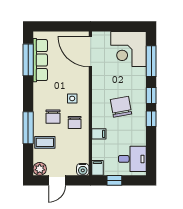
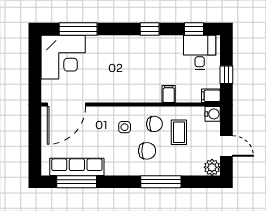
window: (151, 96) -> (194, 29), moved
chair: (121, 107) -> (135, 67), removed
coffee table: (45, 142) -> (179, 132), moved

